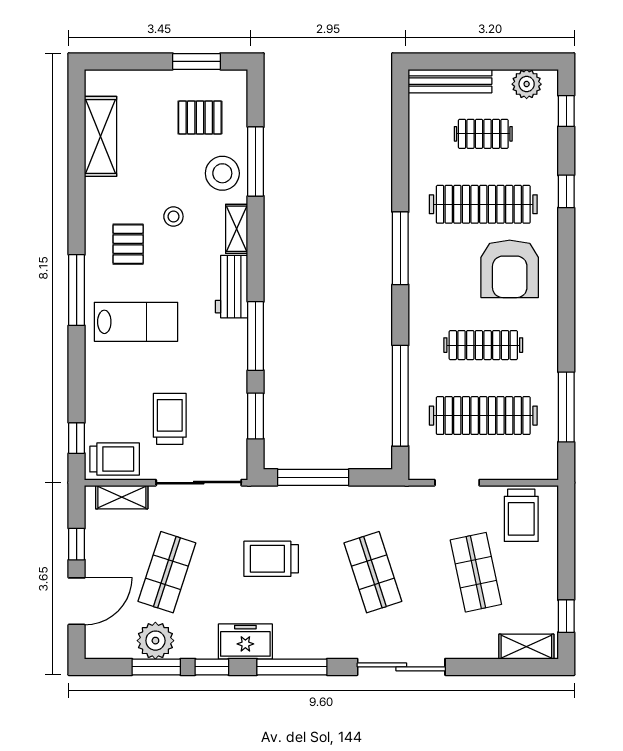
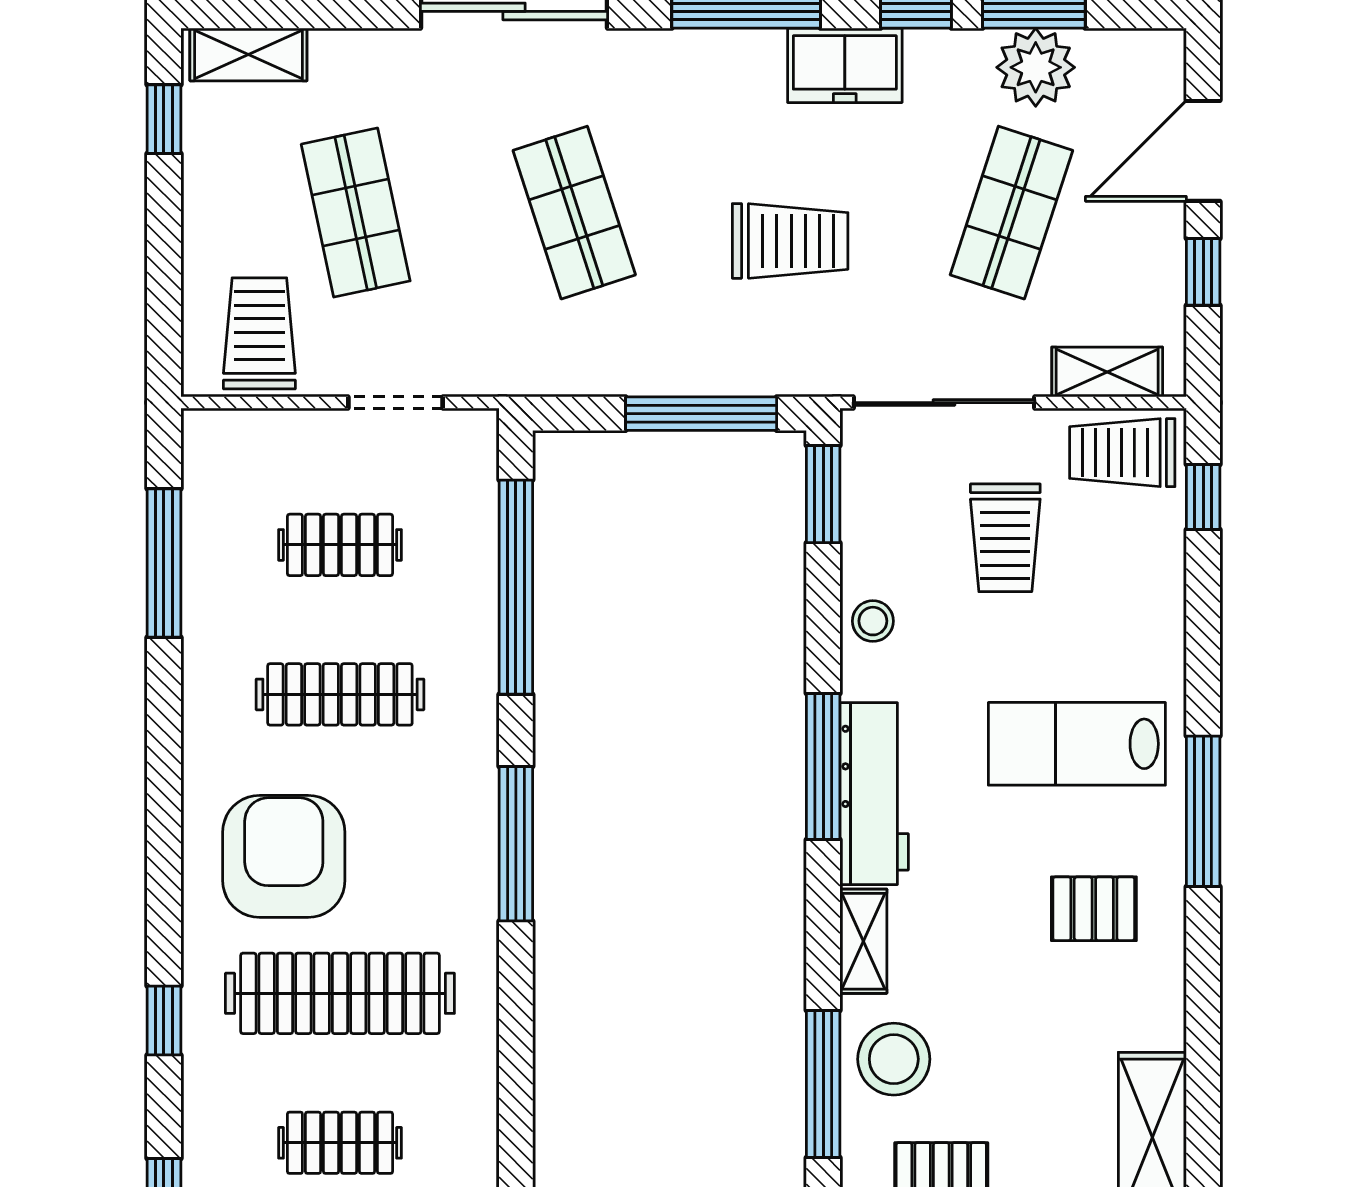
stool: (173, 216) -> (873, 621), moved
pallet: (128, 244) -> (1094, 909), turned 90
window: (400, 248) -> (516, 844), moved
workbench: (232, 287) -> (874, 794), width x1.38
window: (256, 336) -> (823, 767), moved
window: (256, 416) -> (823, 494), moved
clothes rail: (483, 416) -> (340, 545), width x0.54, depth x0.76

